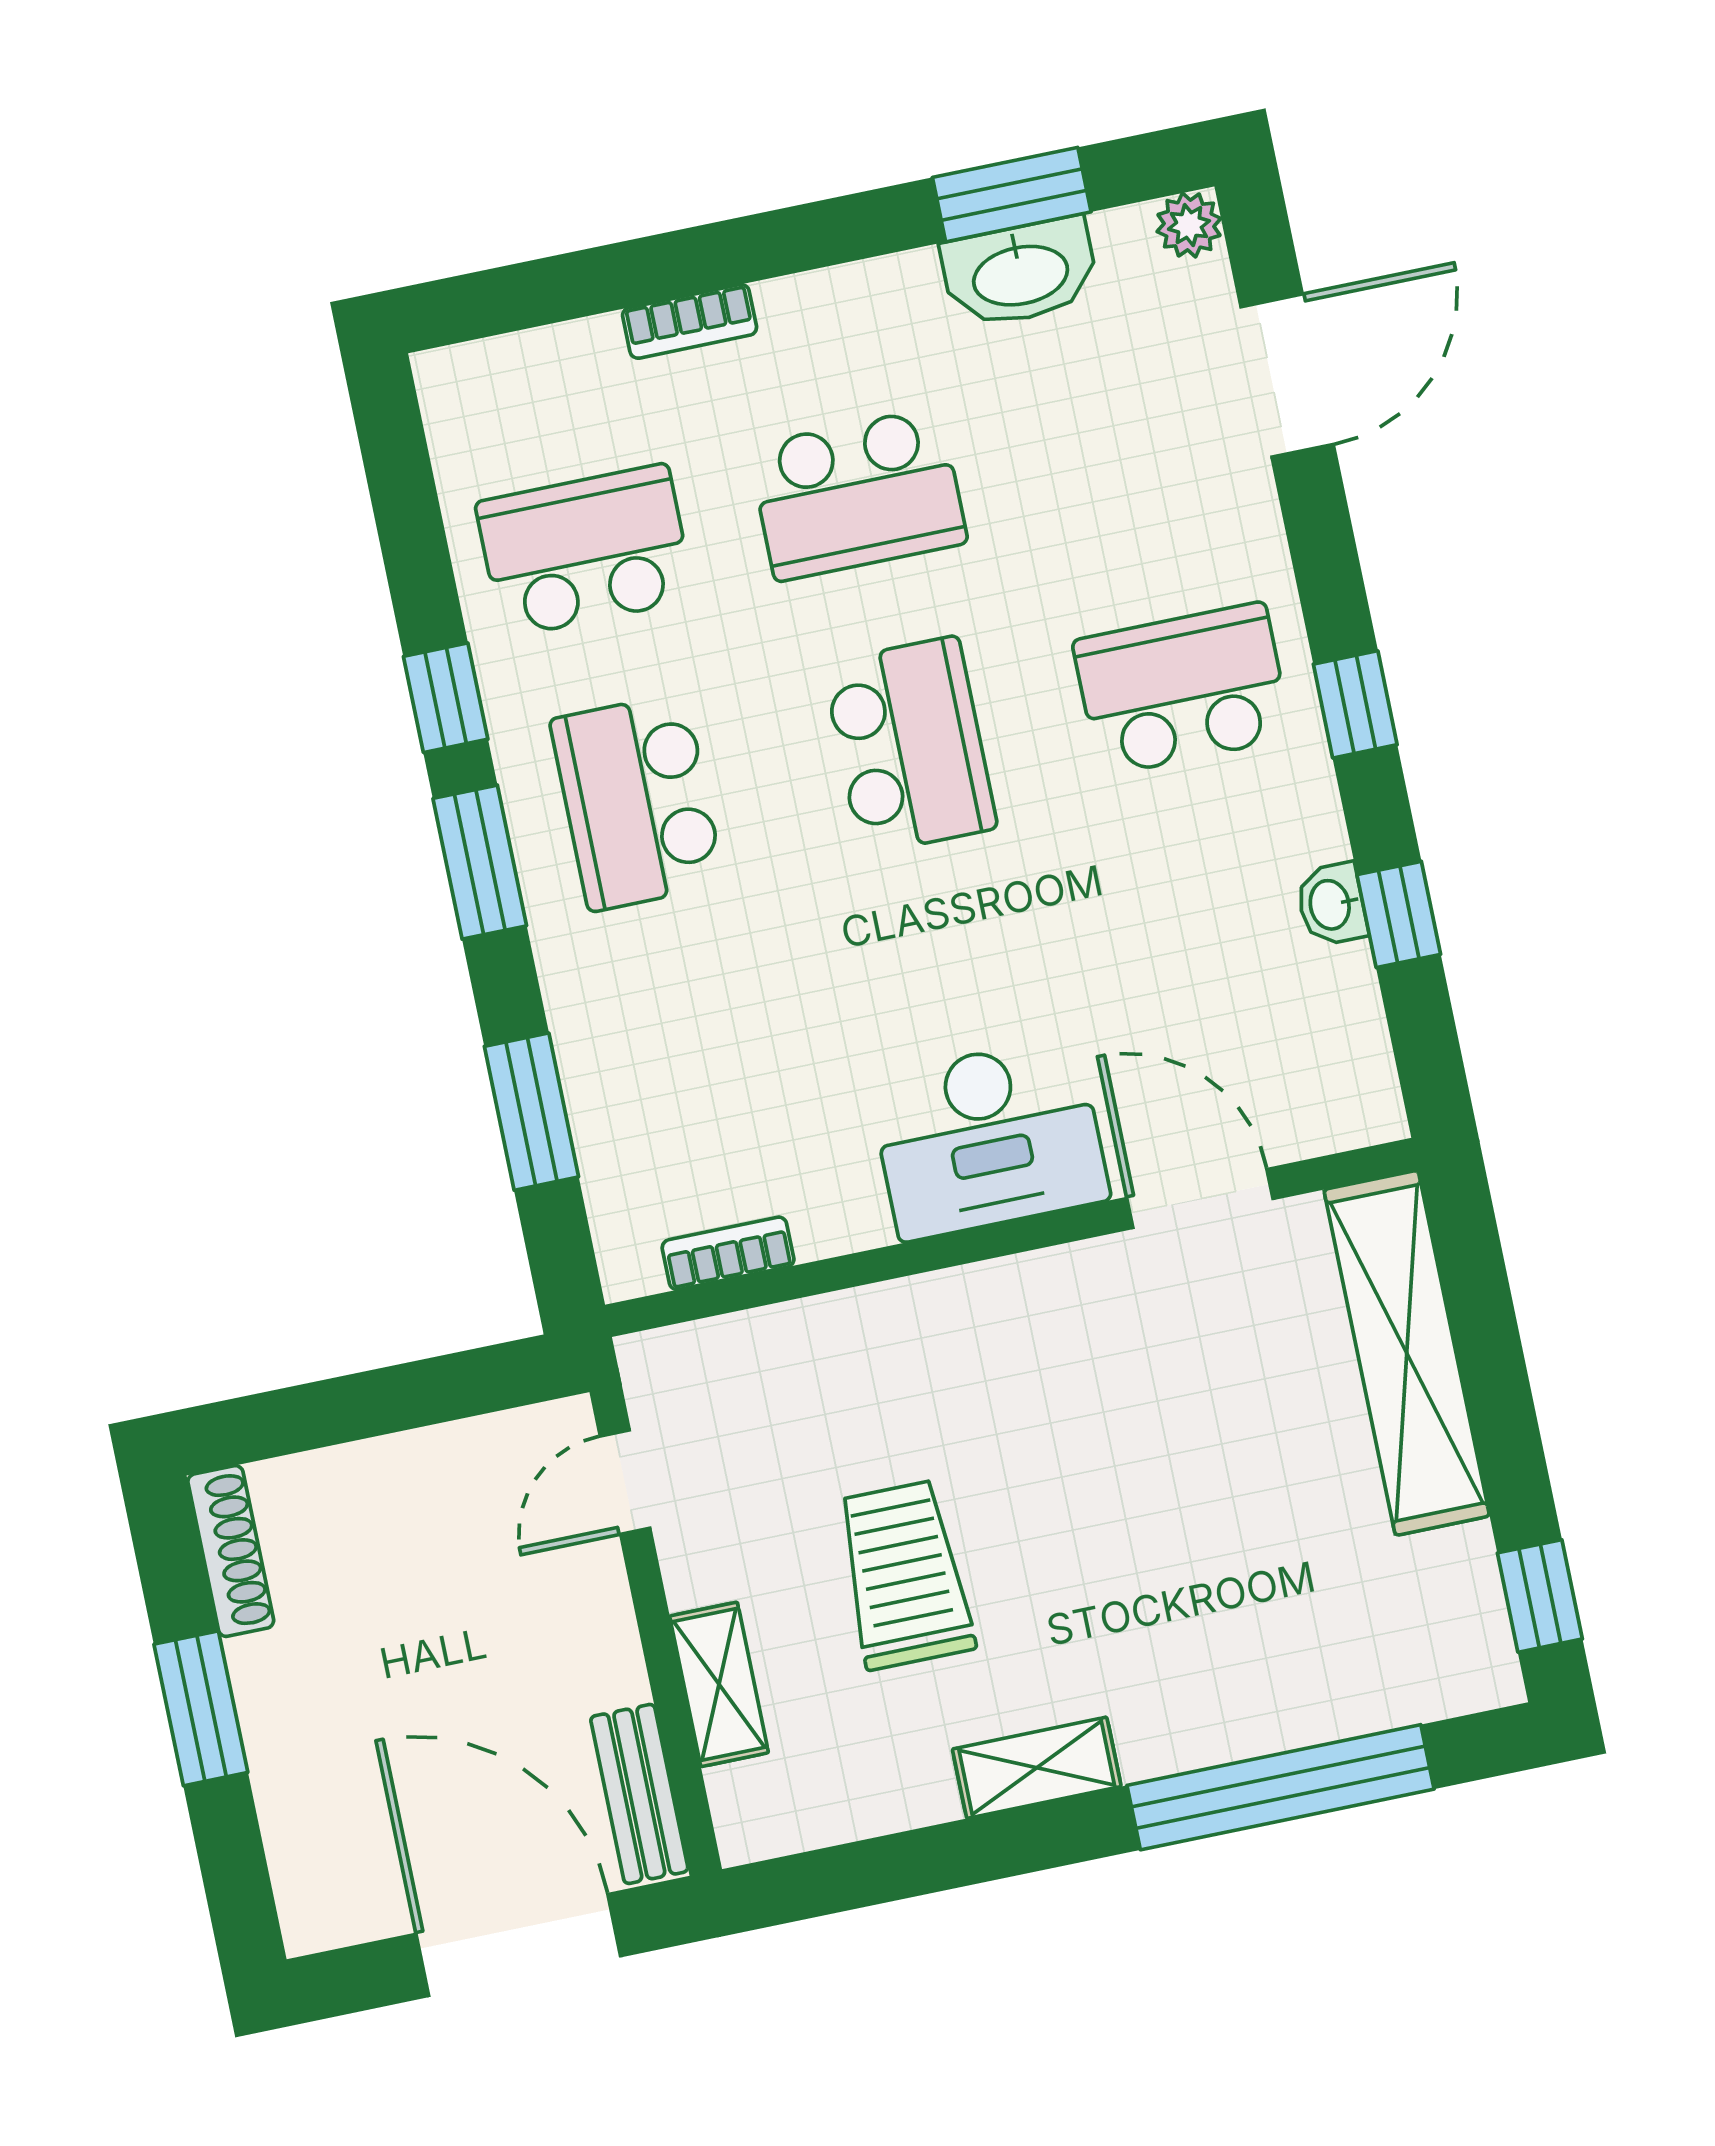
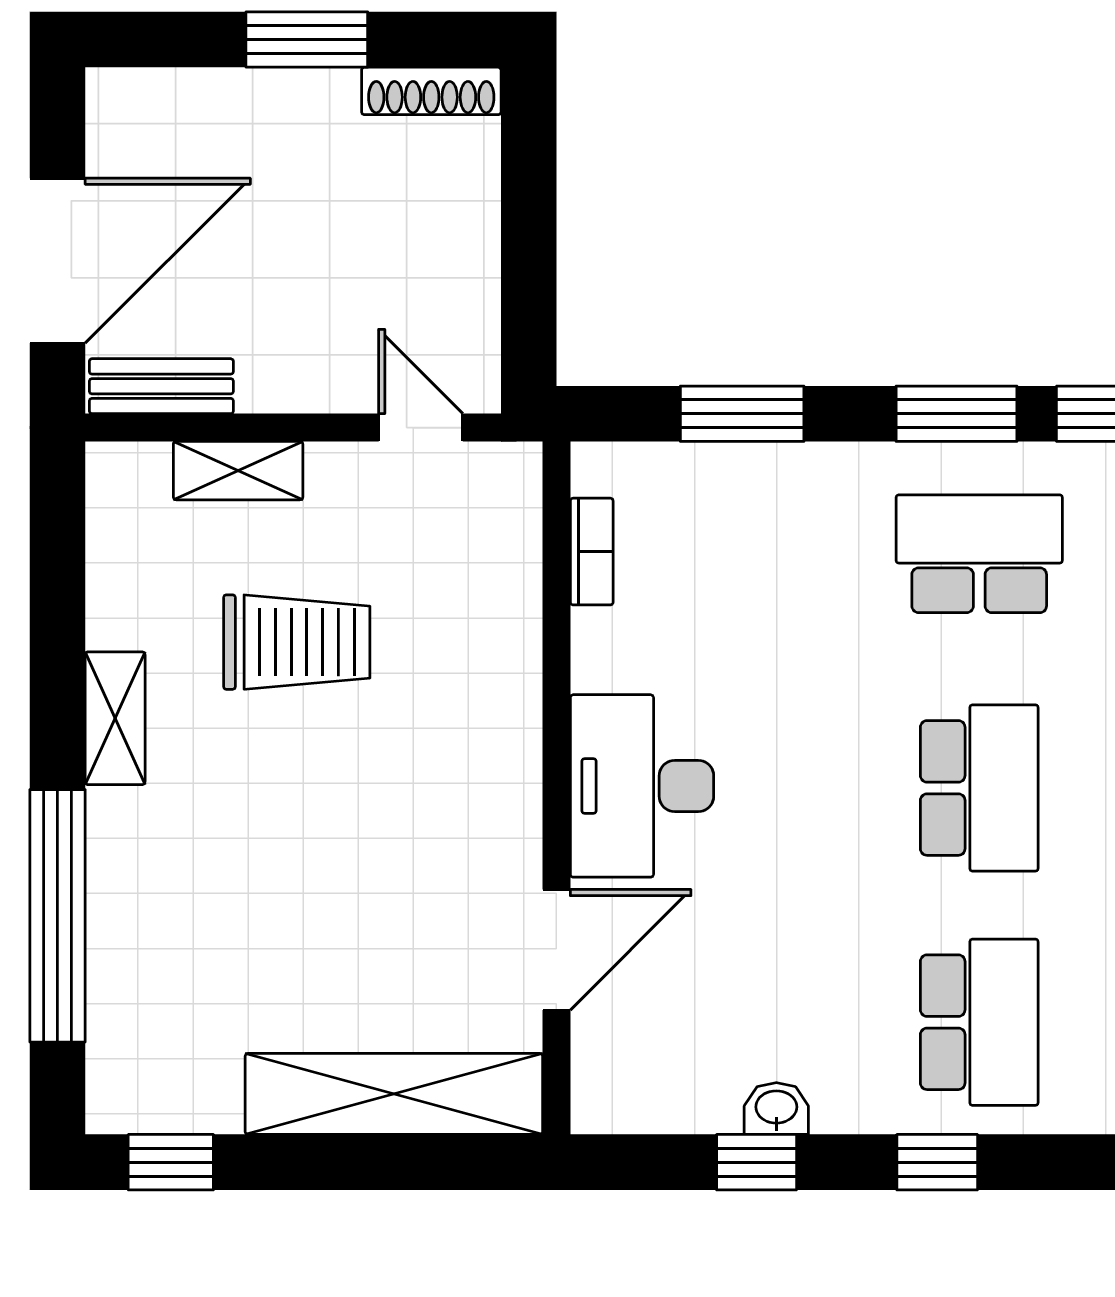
school desk: (910, 746) -> (979, 788), turned -90

